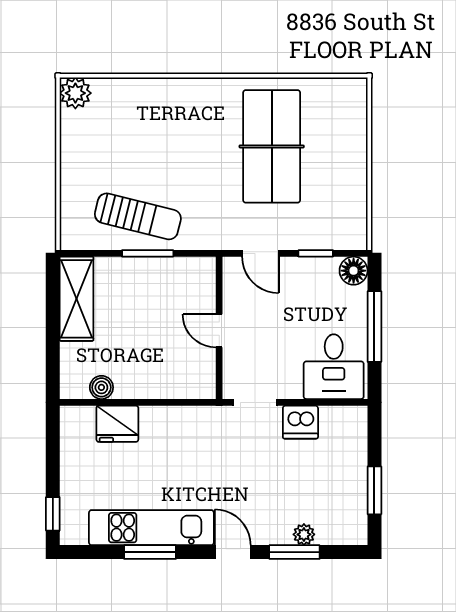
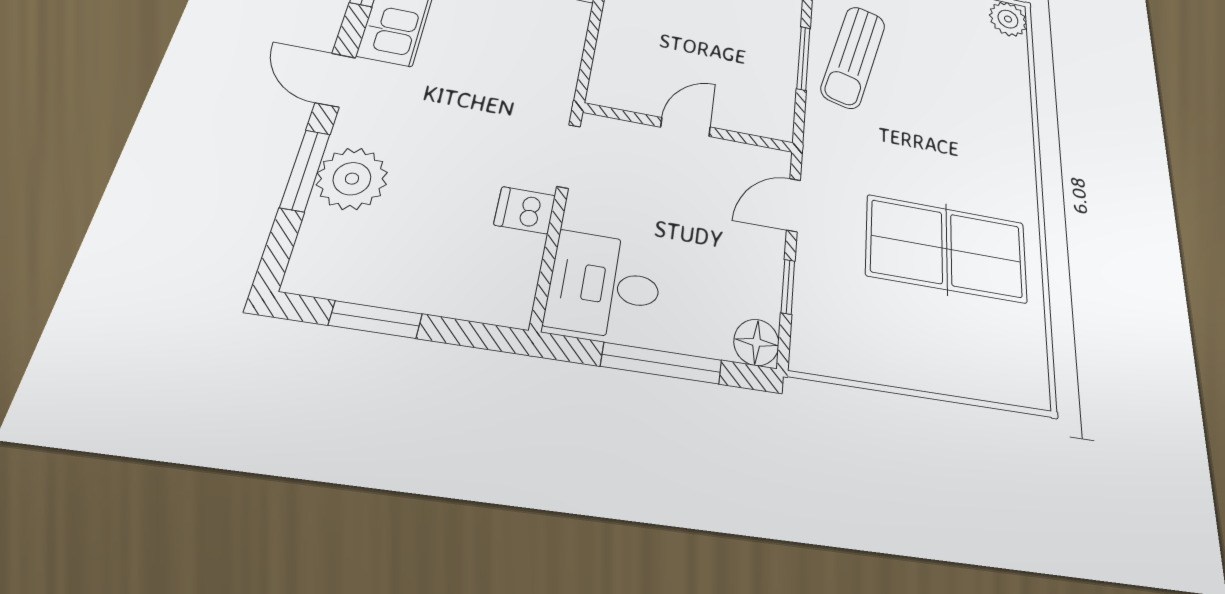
dishwasher: (300, 422) -> (525, 210), width x0.73
plant: (304, 534) -> (352, 179), width x1.88, depth x1.88
door: (233, 552) -> (335, 80), swing flipped

